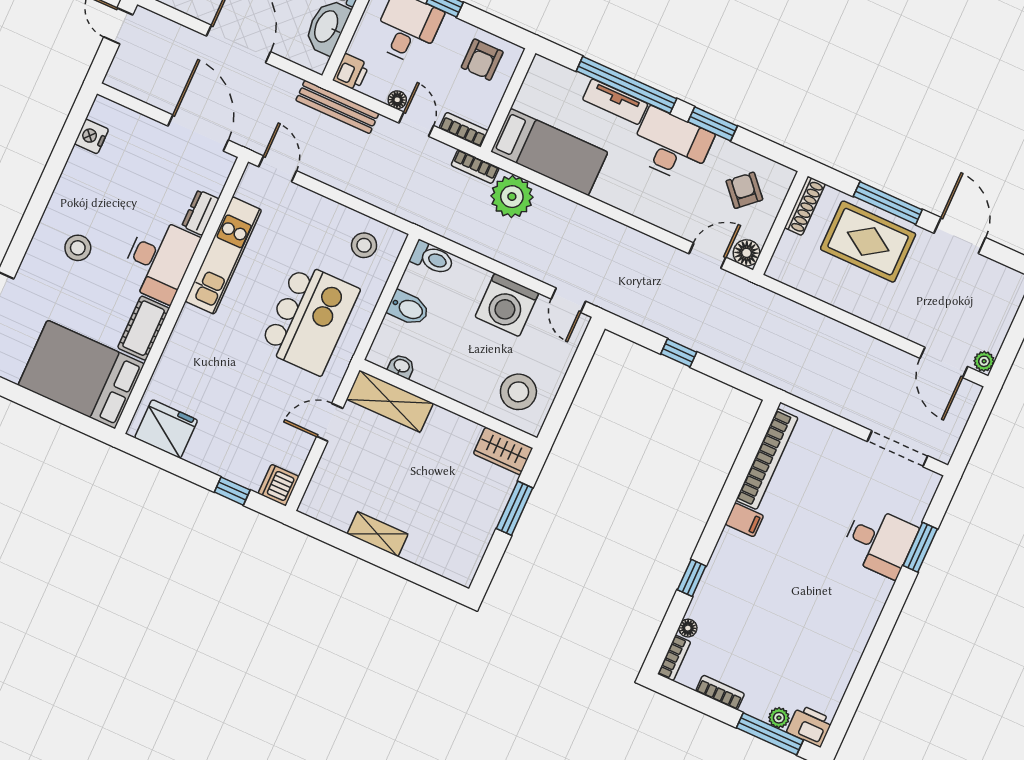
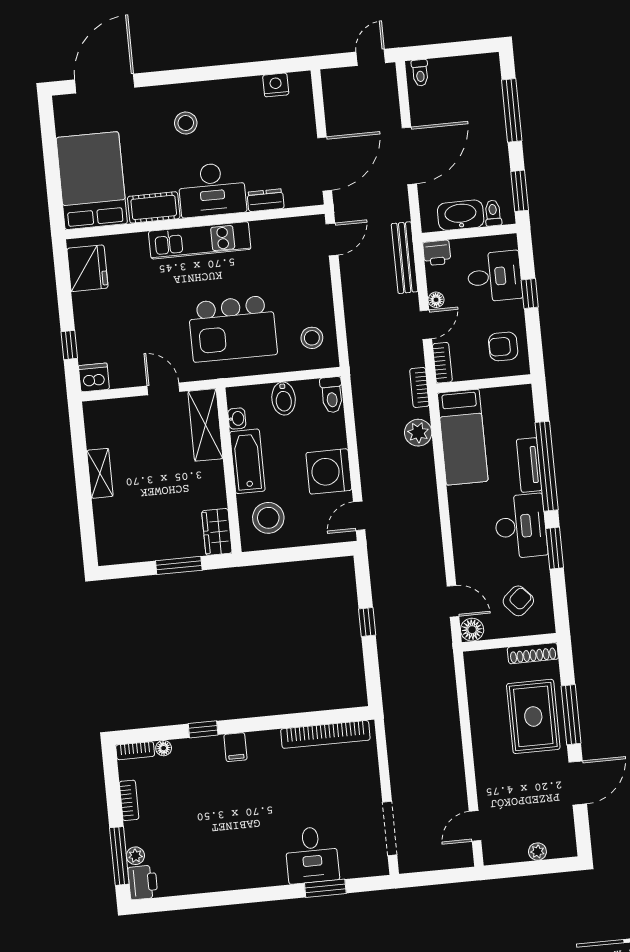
plant: (512, 197) -> (418, 433), width x0.73, depth x0.73
kitchen unit: (223, 255) -> (200, 240), moved
plant: (984, 361) -> (537, 852), moved
door: (944, 362) -> (475, 826), width x0.73
bathtub: (450, 380) -> (247, 461), added
filing cabinet: (744, 520) -> (235, 747), moved

